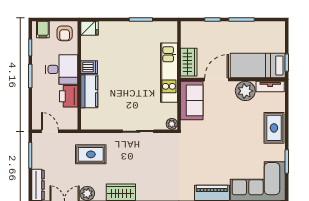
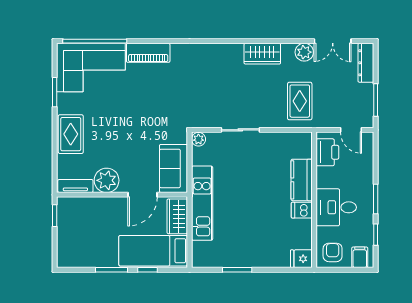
bed: (258, 65) -> (153, 251), moved, turned 180
printer: (69, 96) -> (327, 152), moved
rug: (91, 154) -> (300, 101), turned 90

